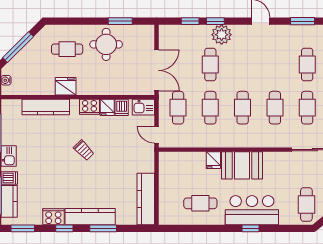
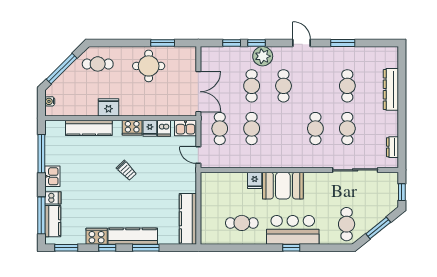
cafe table: (67, 49) -> (98, 64), moved
cafe table: (243, 108) -> (284, 86), moved

